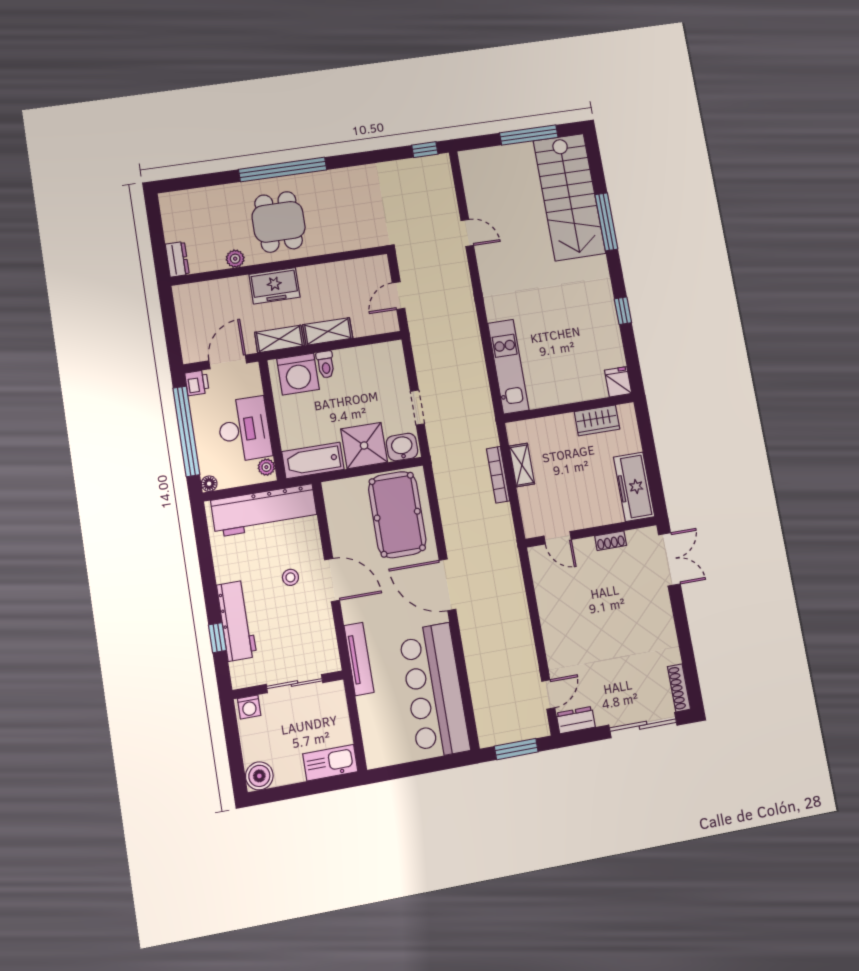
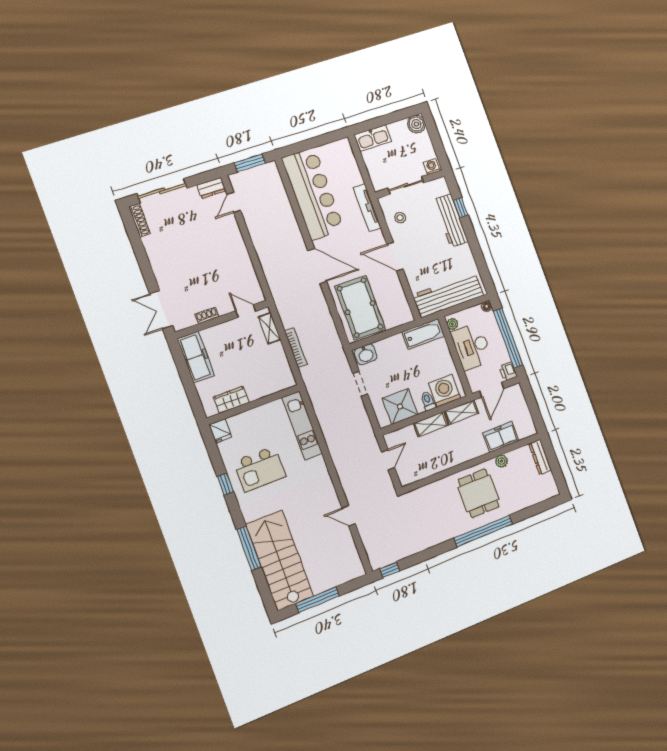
dresser: (177, 259) -> (540, 457), width x1.44
freezer: (275, 286) -> (501, 437), moved
kitchen island: (575, 321) -> (260, 469), added
shower: (364, 445) -> (400, 406), moved
shelving: (522, 465) -> (269, 328), moved
stool: (290, 577) -> (400, 218), moved

